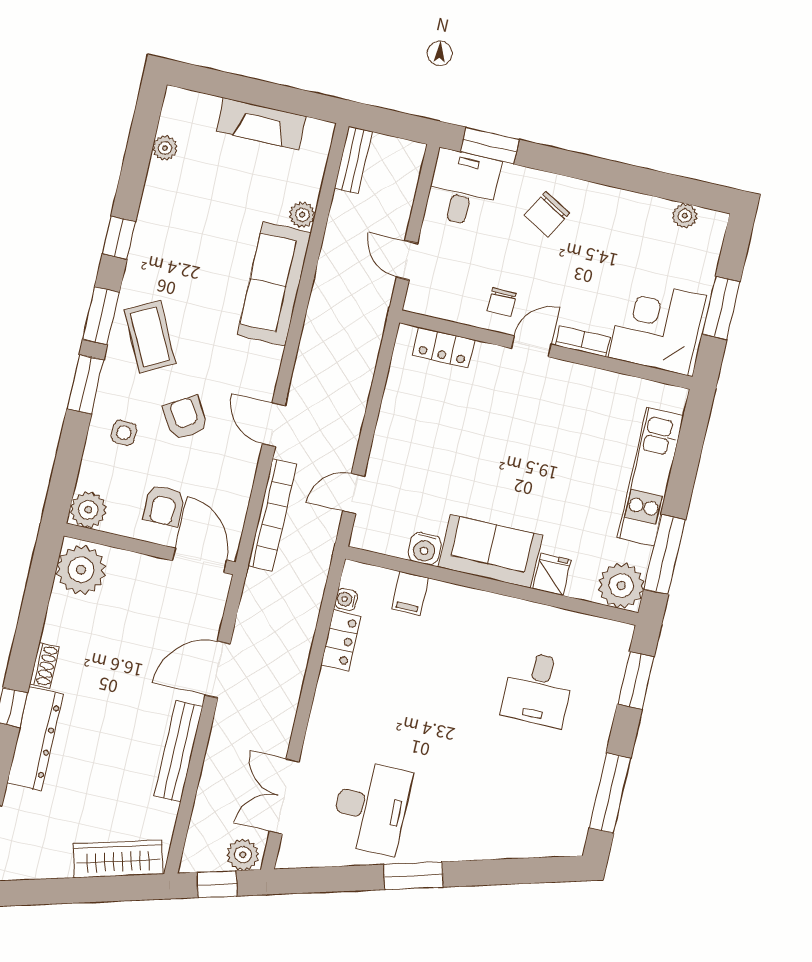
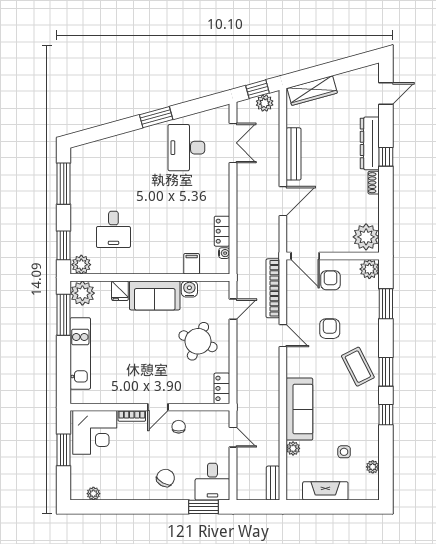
locker: (443, 348) -> (222, 388), moved, turned -90
window: (85, 384) -> (386, 304), moved
armchair: (185, 418) -> (330, 329), turned -148
side table: (124, 433) -> (344, 452), moved
round table: (431, 450) -> (198, 341), added
plant: (611, 638) -> (81, 265), added
desk: (538, 689) -> (113, 229), turned 180
plant: (243, 855) -> (265, 103), moved

